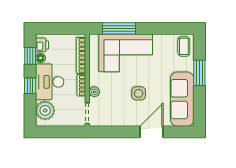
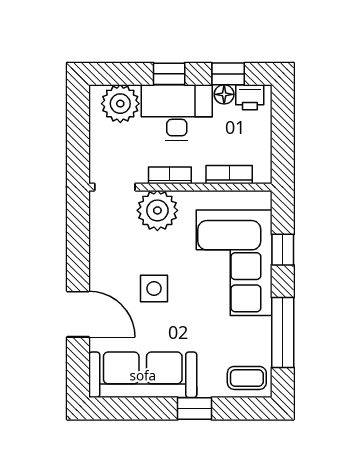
window: (119, 28) -> (283, 250), width x0.46
window: (161, 28) -> (283, 333), added
bookcase: (81, 55) -> (229, 175), width x0.64
window: (199, 73) -> (194, 408), width x0.67
plant: (94, 92) -> (157, 210), width x1.88, depth x1.88

